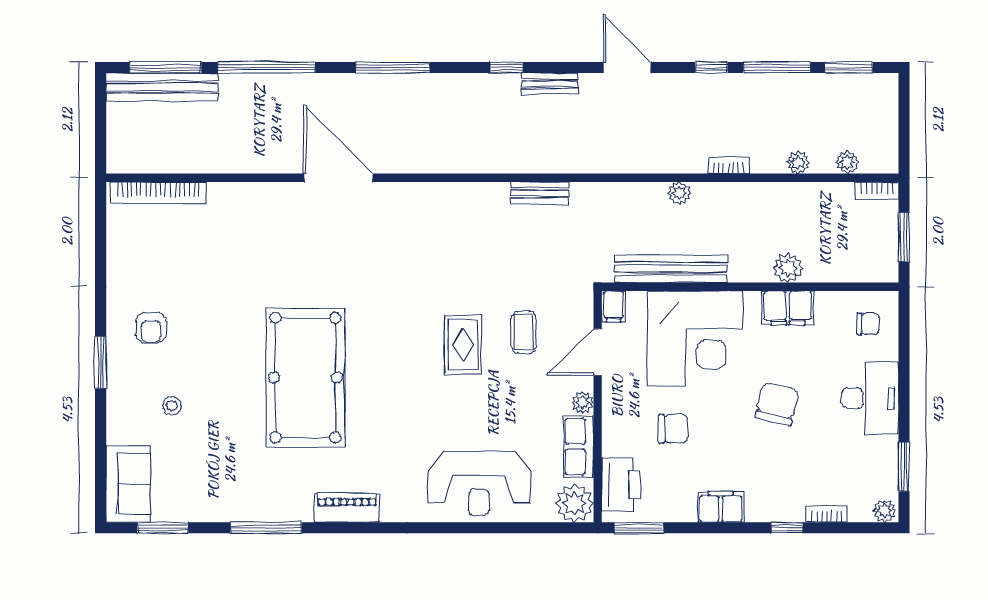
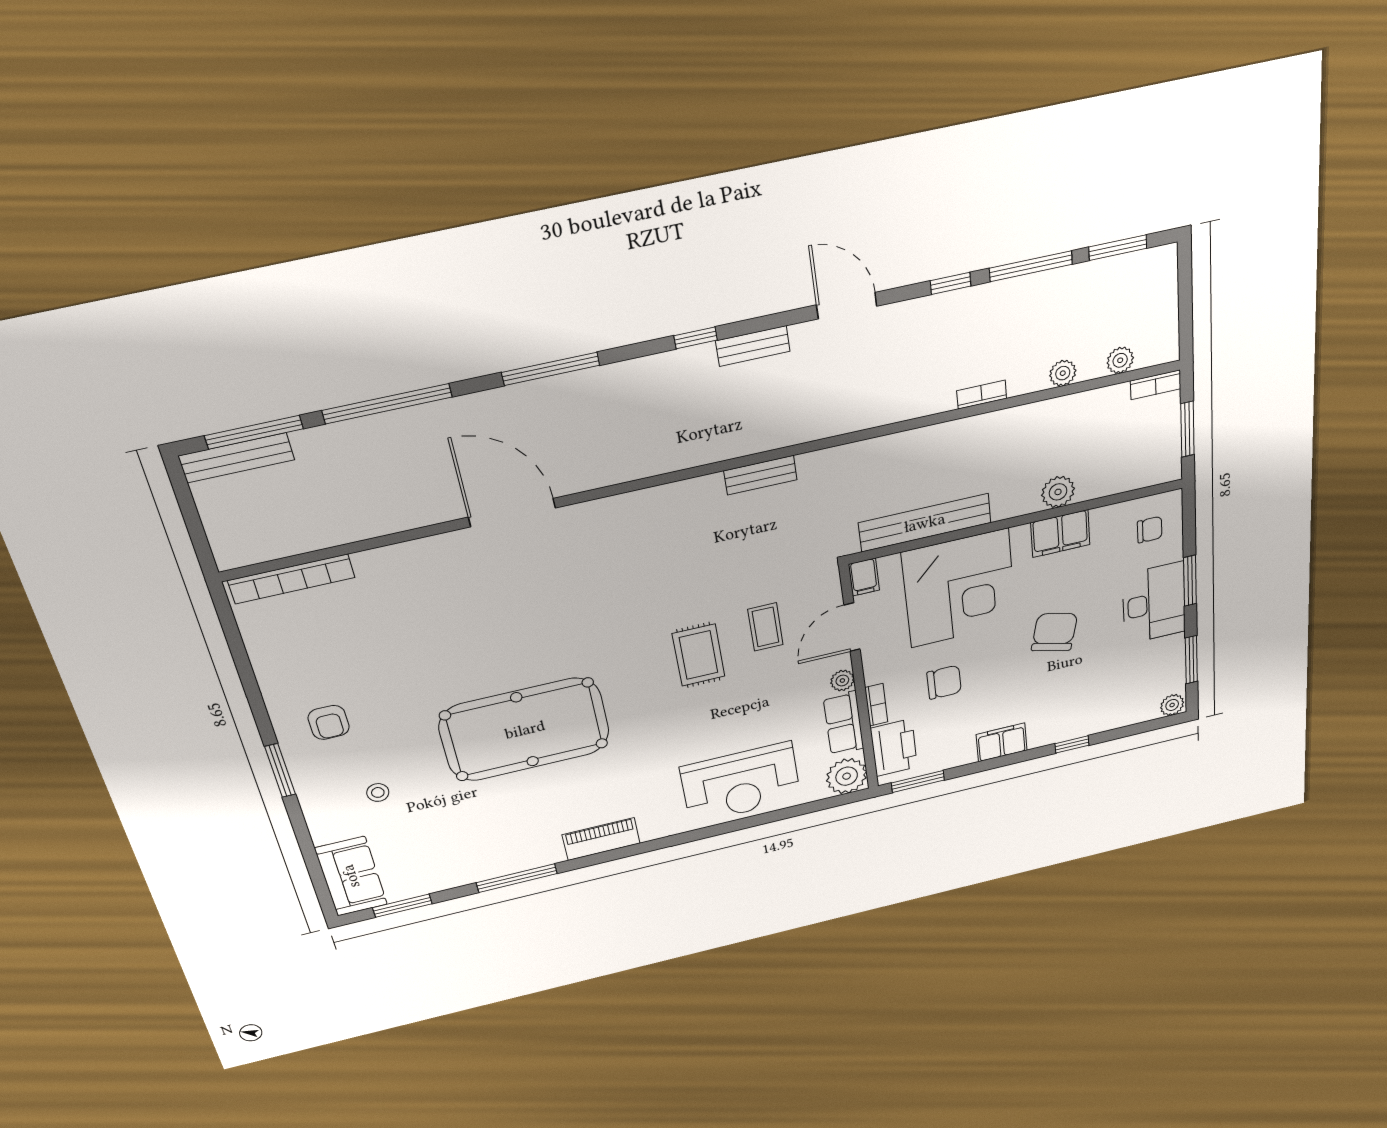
bench: (162, 87) -> (237, 458), width x0.73, depth x0.82
plant: (679, 193) -> (926, 439), removed
pool table: (305, 378) -> (525, 730), turned 90
window: (904, 384) -> (1190, 581), added
bookcase: (827, 514) -> (876, 705), moved, turned 90

